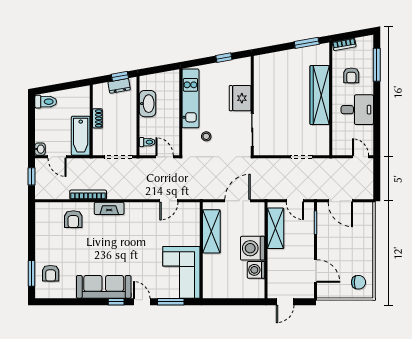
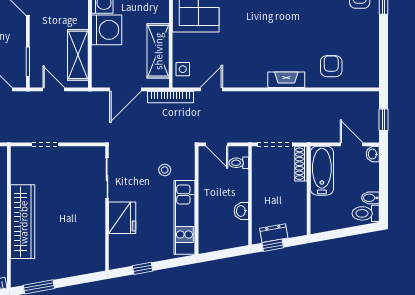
washbasin: (148, 104) -> (241, 211), width x0.52, depth x0.69
bidet: (42, 114) -> (370, 198), added
shoe rack: (97, 118) -> (301, 164), moved, width x1.43
bookcase: (88, 195) -> (170, 97), moved
side table: (192, 217) -> (183, 69), added

